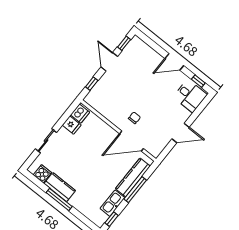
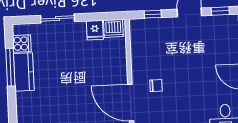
window: (59, 199) -> (10, 67), moved

